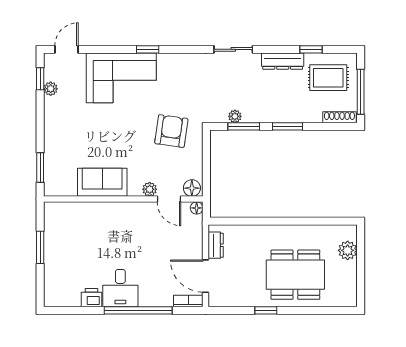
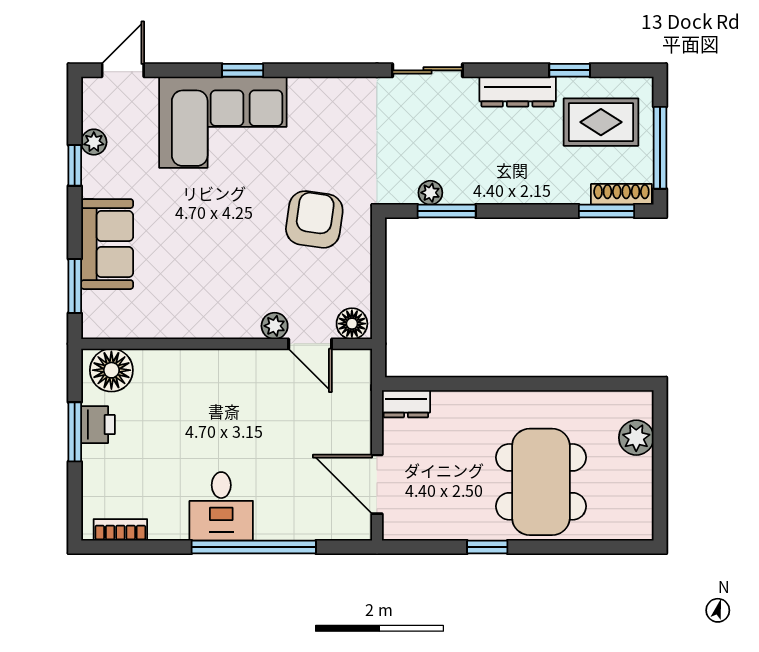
window: (148, 49) -> (243, 70), moved
window: (40, 79) -> (75, 165), moved
window: (288, 126) -> (607, 211), moved
sofa: (102, 182) -> (107, 244), moved, turned 90
floor lamp: (197, 208) -> (111, 370), moved, width x1.89, depth x1.89
dresser: (216, 245) -> (406, 404), moved, turned 90
dining table: (295, 275) -> (541, 482), turned 90
printer: (91, 298) -> (98, 425), moved, turned 90
bookcase: (188, 301) -> (120, 530), moved

